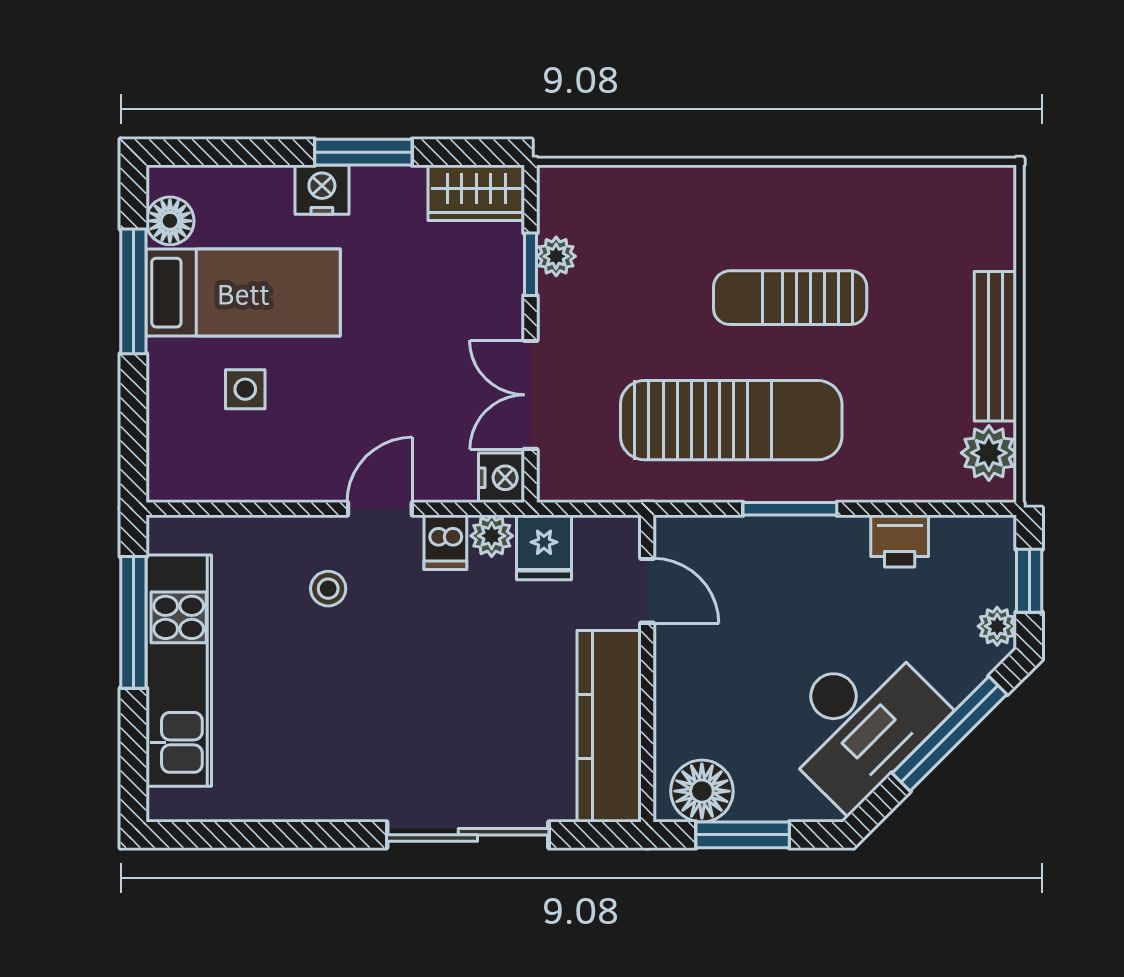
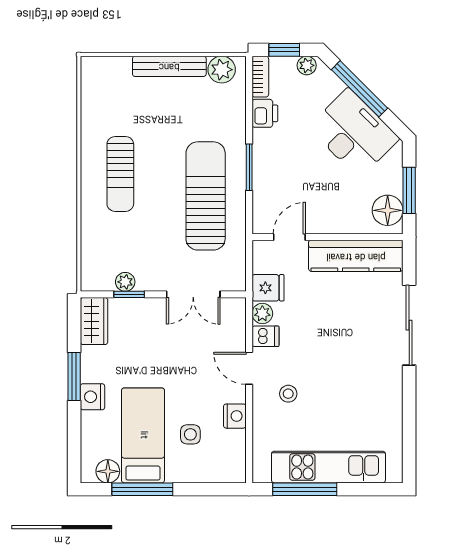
sun lounger: (790, 298) -> (120, 174), moved
nightstand: (501, 478) -> (235, 416), moved, turned 90
bookcase: (974, 532) -> (260, 77), added

